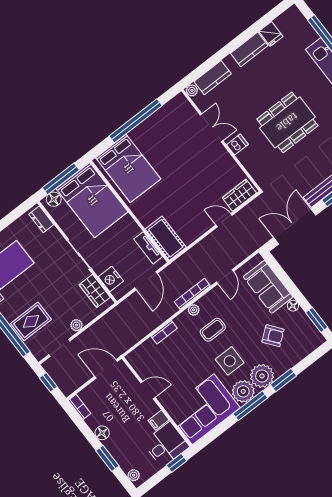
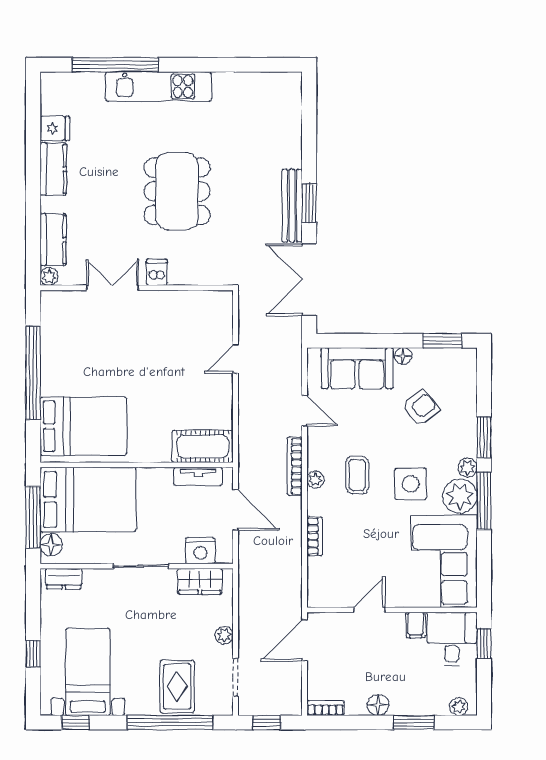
wardrobe: (239, 195) -> (220, 318), removed
plant: (262, 376) -> (467, 468), width x0.53, depth x0.53

